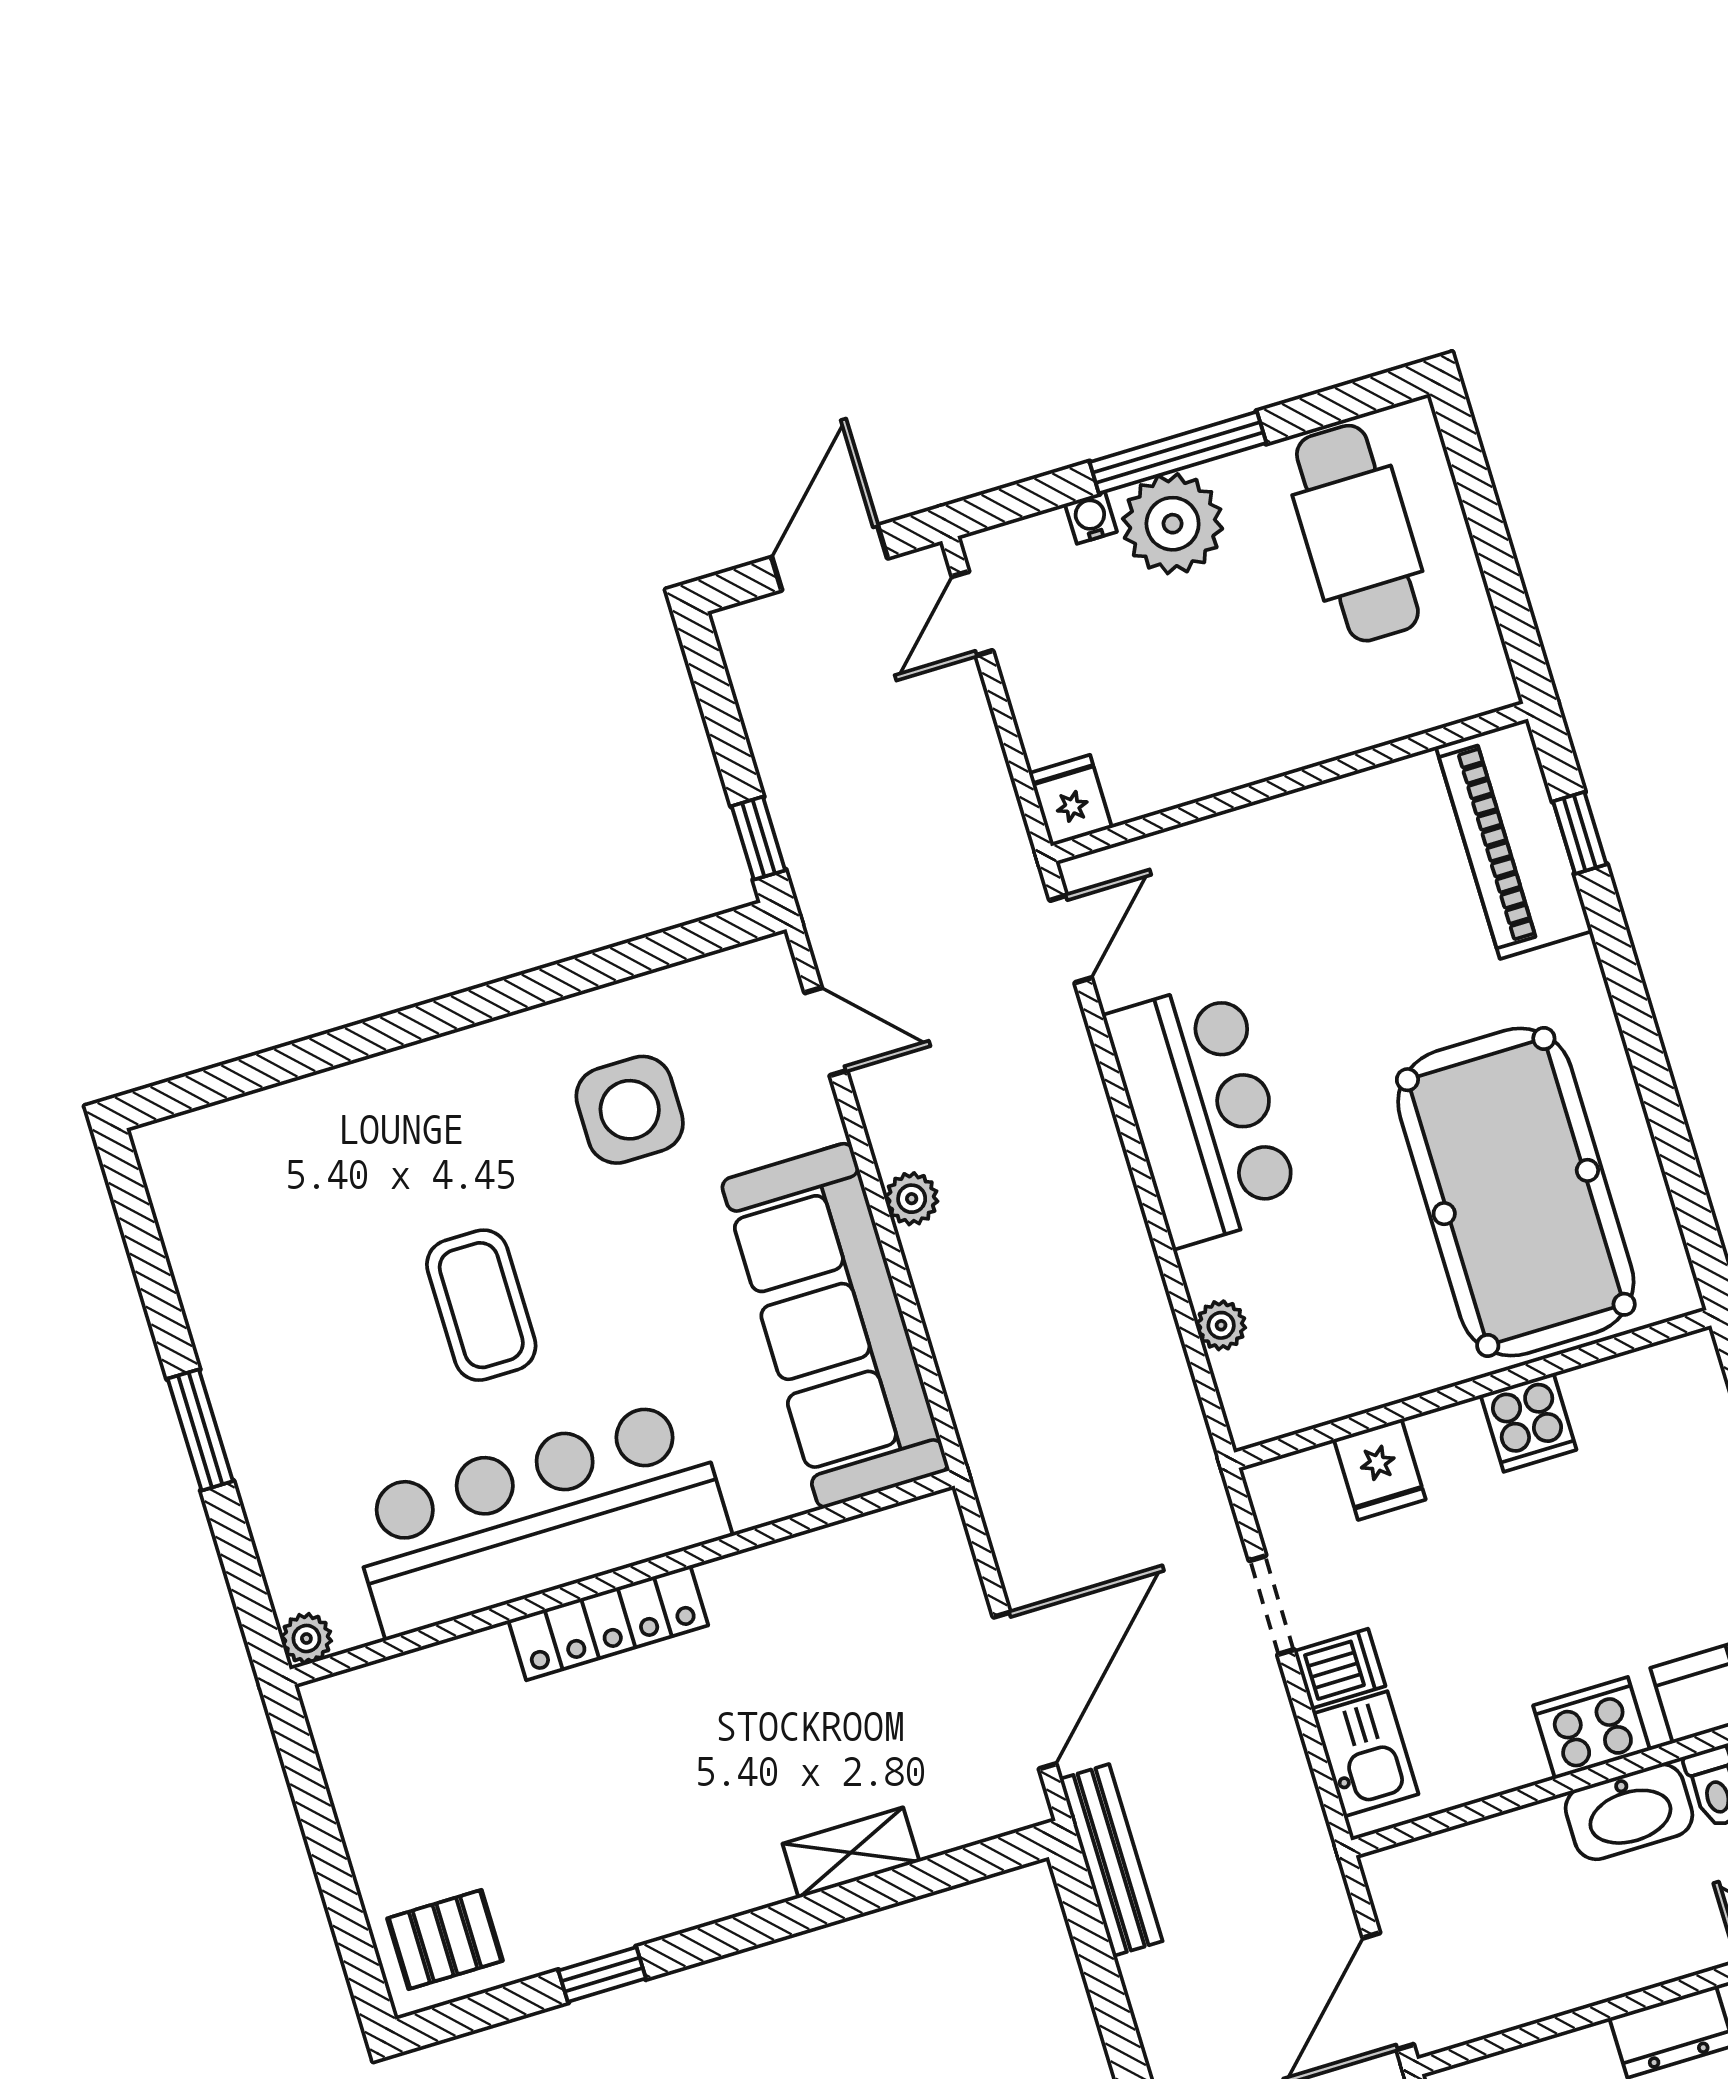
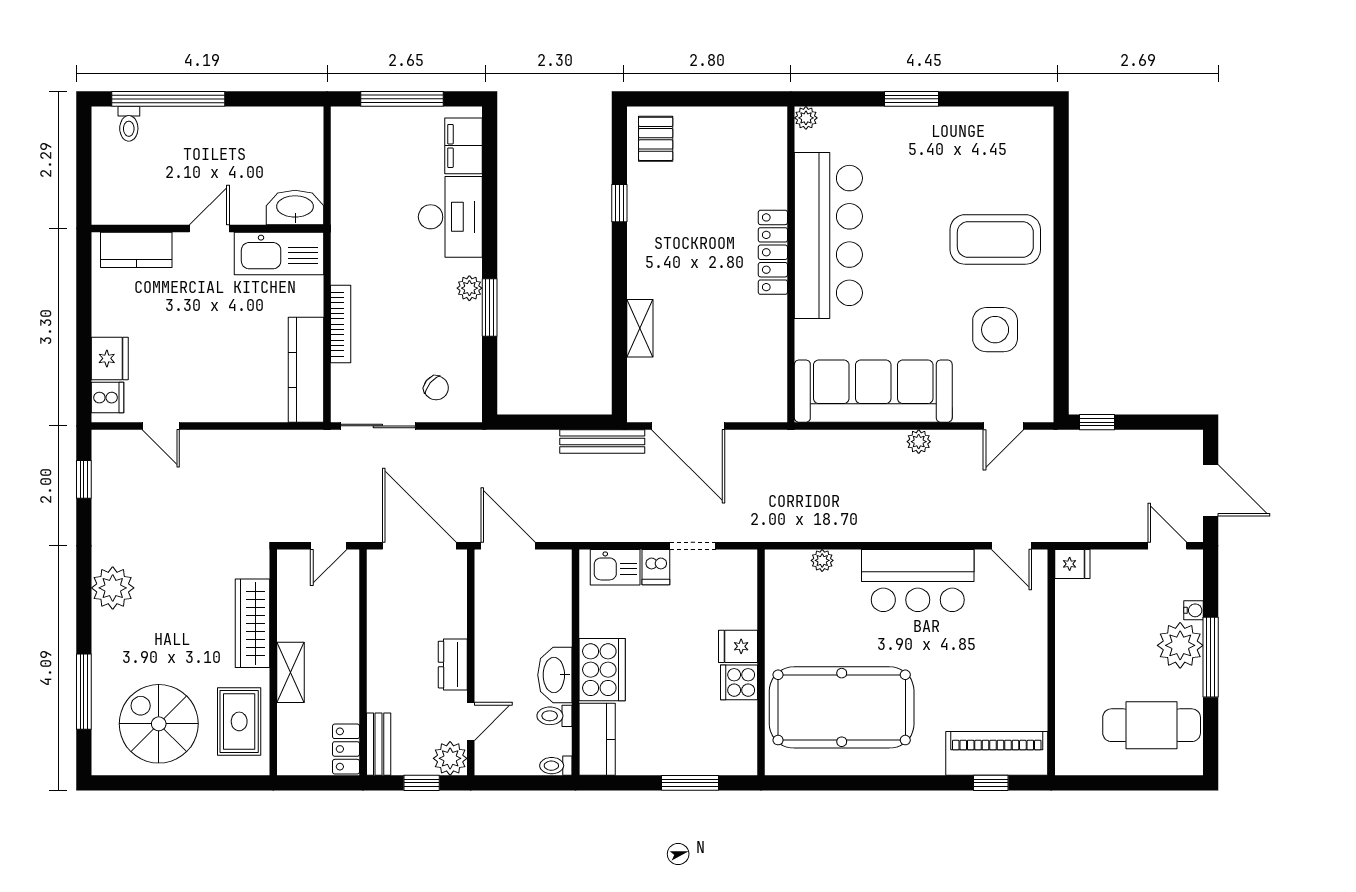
coffee table: (481, 1305) -> (995, 239), moved, width x1.36, depth x1.32
fridge: (1380, 1469) -> (738, 646), moved
cooker: (1592, 1728) -> (602, 670), width x1.37, depth x1.31

